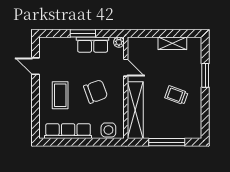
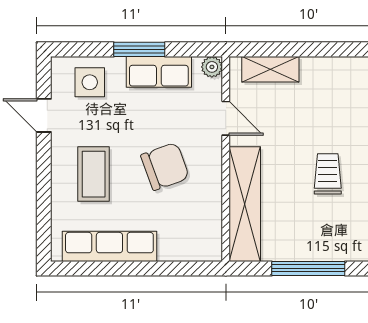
shelving: (172, 43) -> (270, 69), moved
trolley: (176, 95) -> (328, 174), turned 70
side table: (108, 130) -> (90, 82), moved

